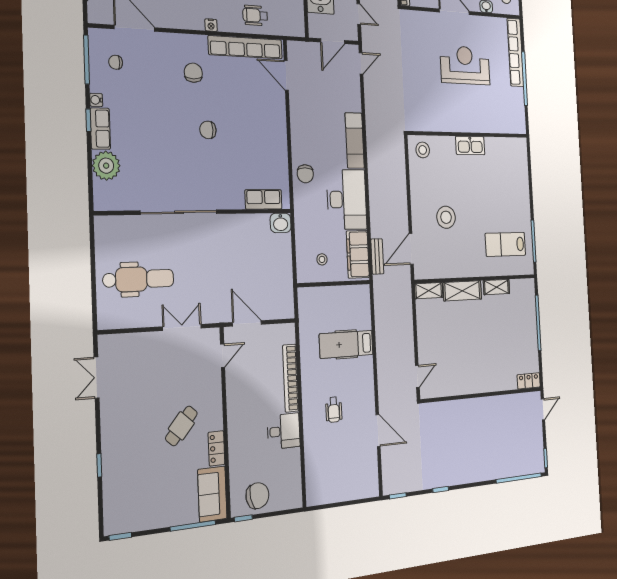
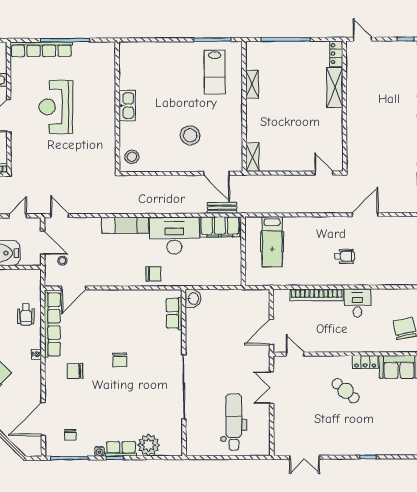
stool: (322, 259) -> (62, 261), moved
shelving: (462, 291) -> (335, 87), moved
hospital bed: (346, 344) -> (272, 242), moved

